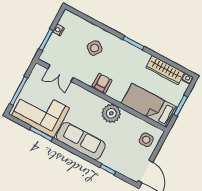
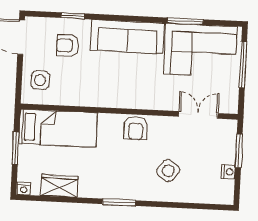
wardrobe: (165, 70) -> (59, 186), width x0.67
plant: (111, 113) -> (104, 93), removed
armchair: (120, 153) -> (68, 45), added

